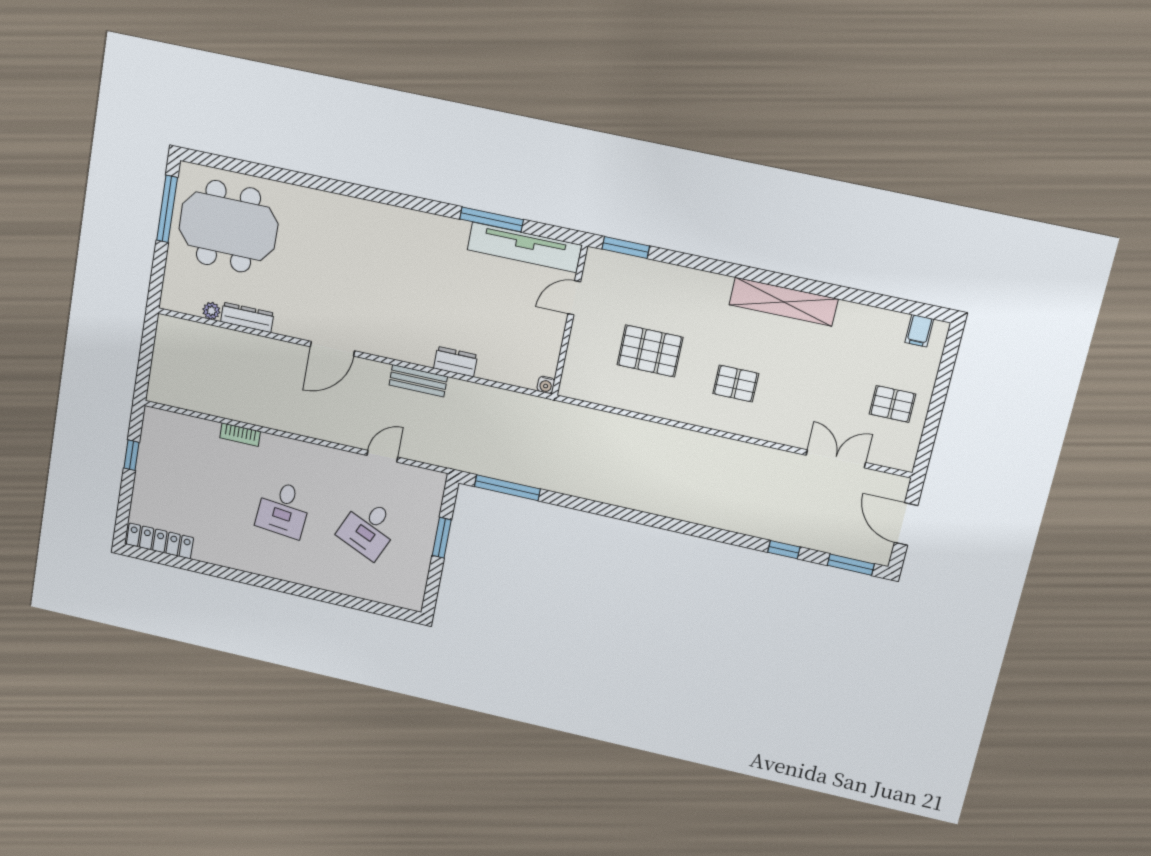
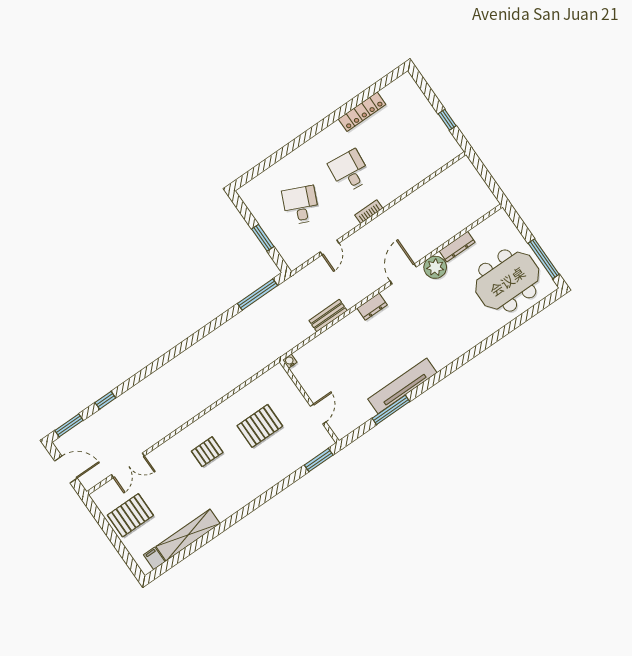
tv unit: (524, 247) -> (402, 386), moved
shelving: (783, 302) -> (188, 535), moved
plant: (211, 311) -> (435, 267), moved, width x1.88, depth x1.88
dresser: (456, 362) -> (372, 307), moved
bench: (418, 381) -> (328, 316), moved
pallet: (892, 404) -> (130, 515), width x1.50, depth x1.42
bookcase: (240, 435) -> (369, 212), moved
locker: (160, 541) -> (362, 112), moved

